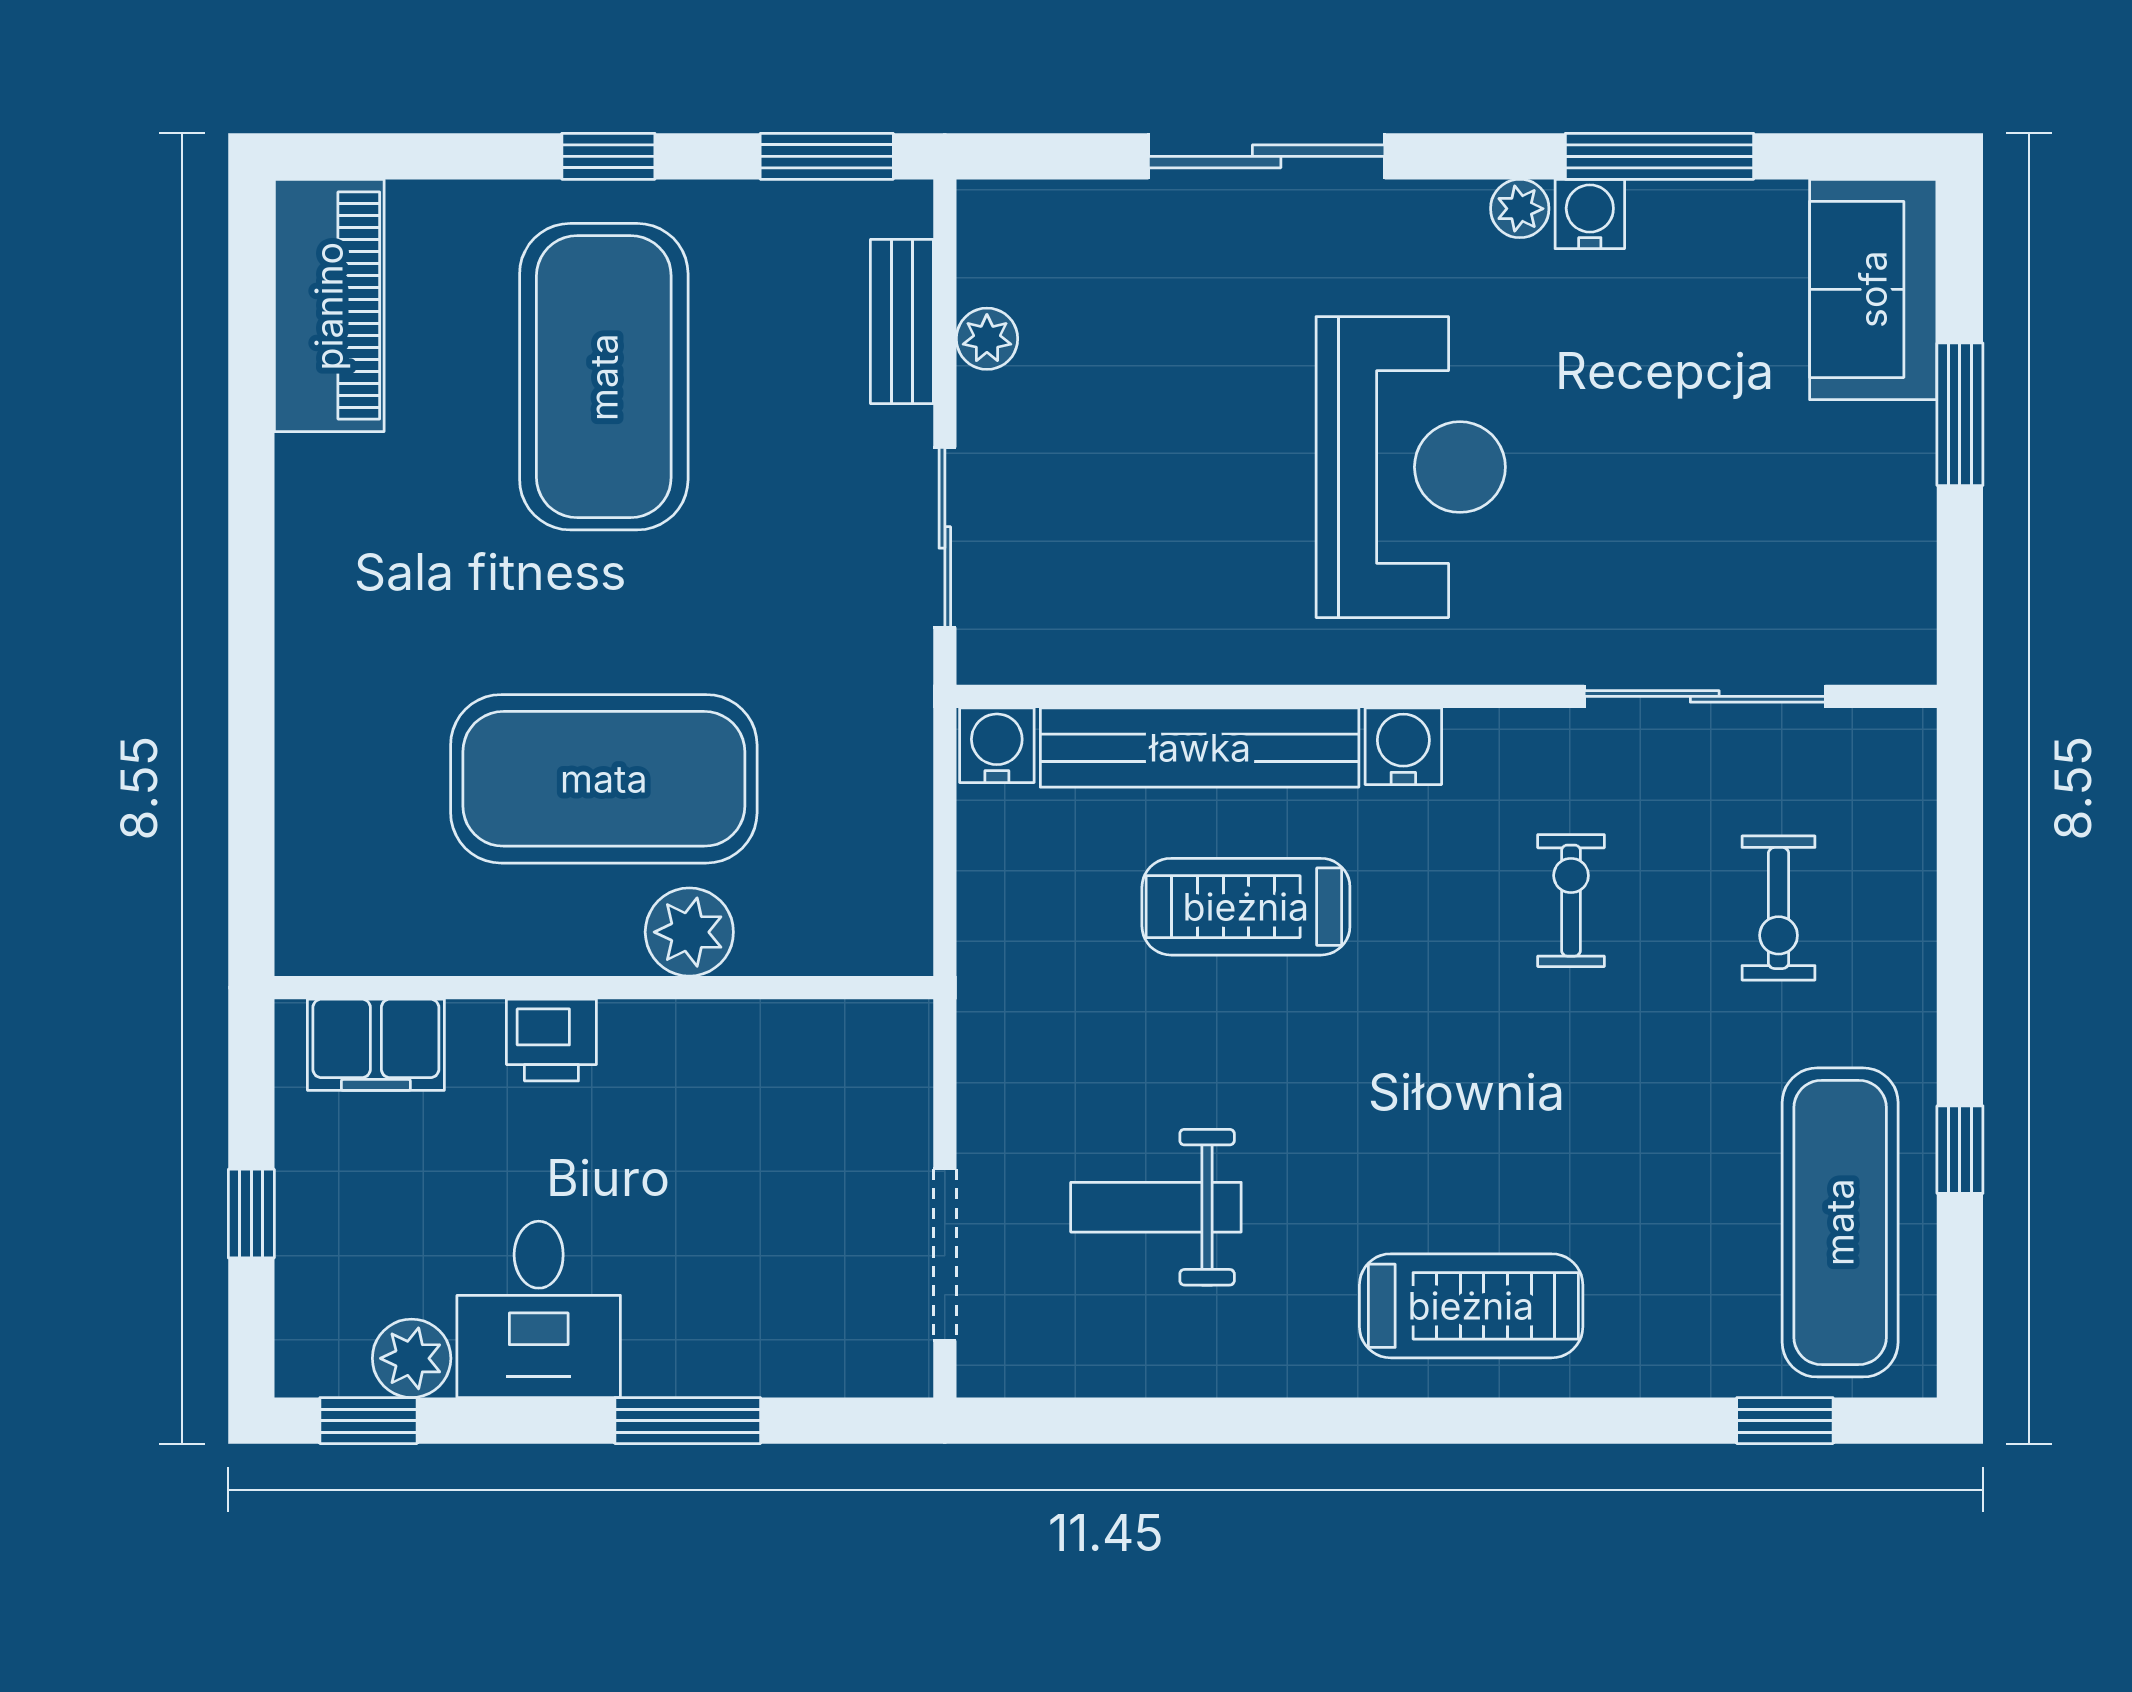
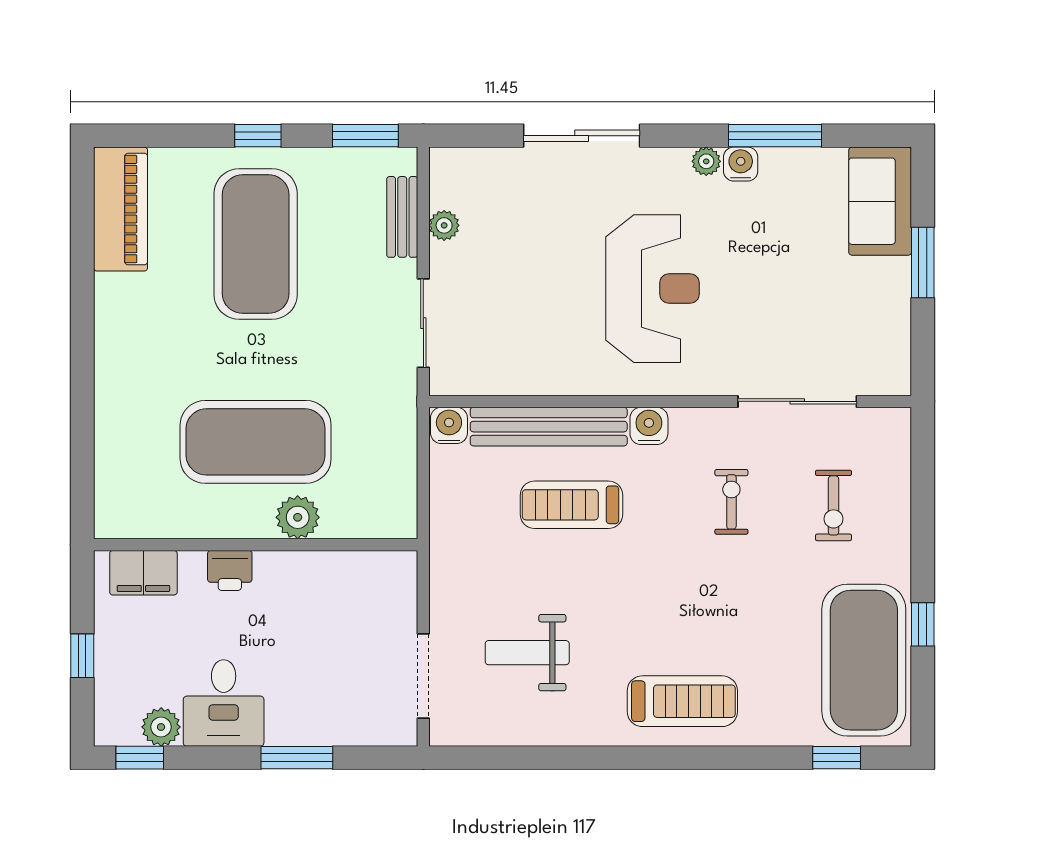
exercise mat: (1840, 1222) -> (864, 660), width x1.47

